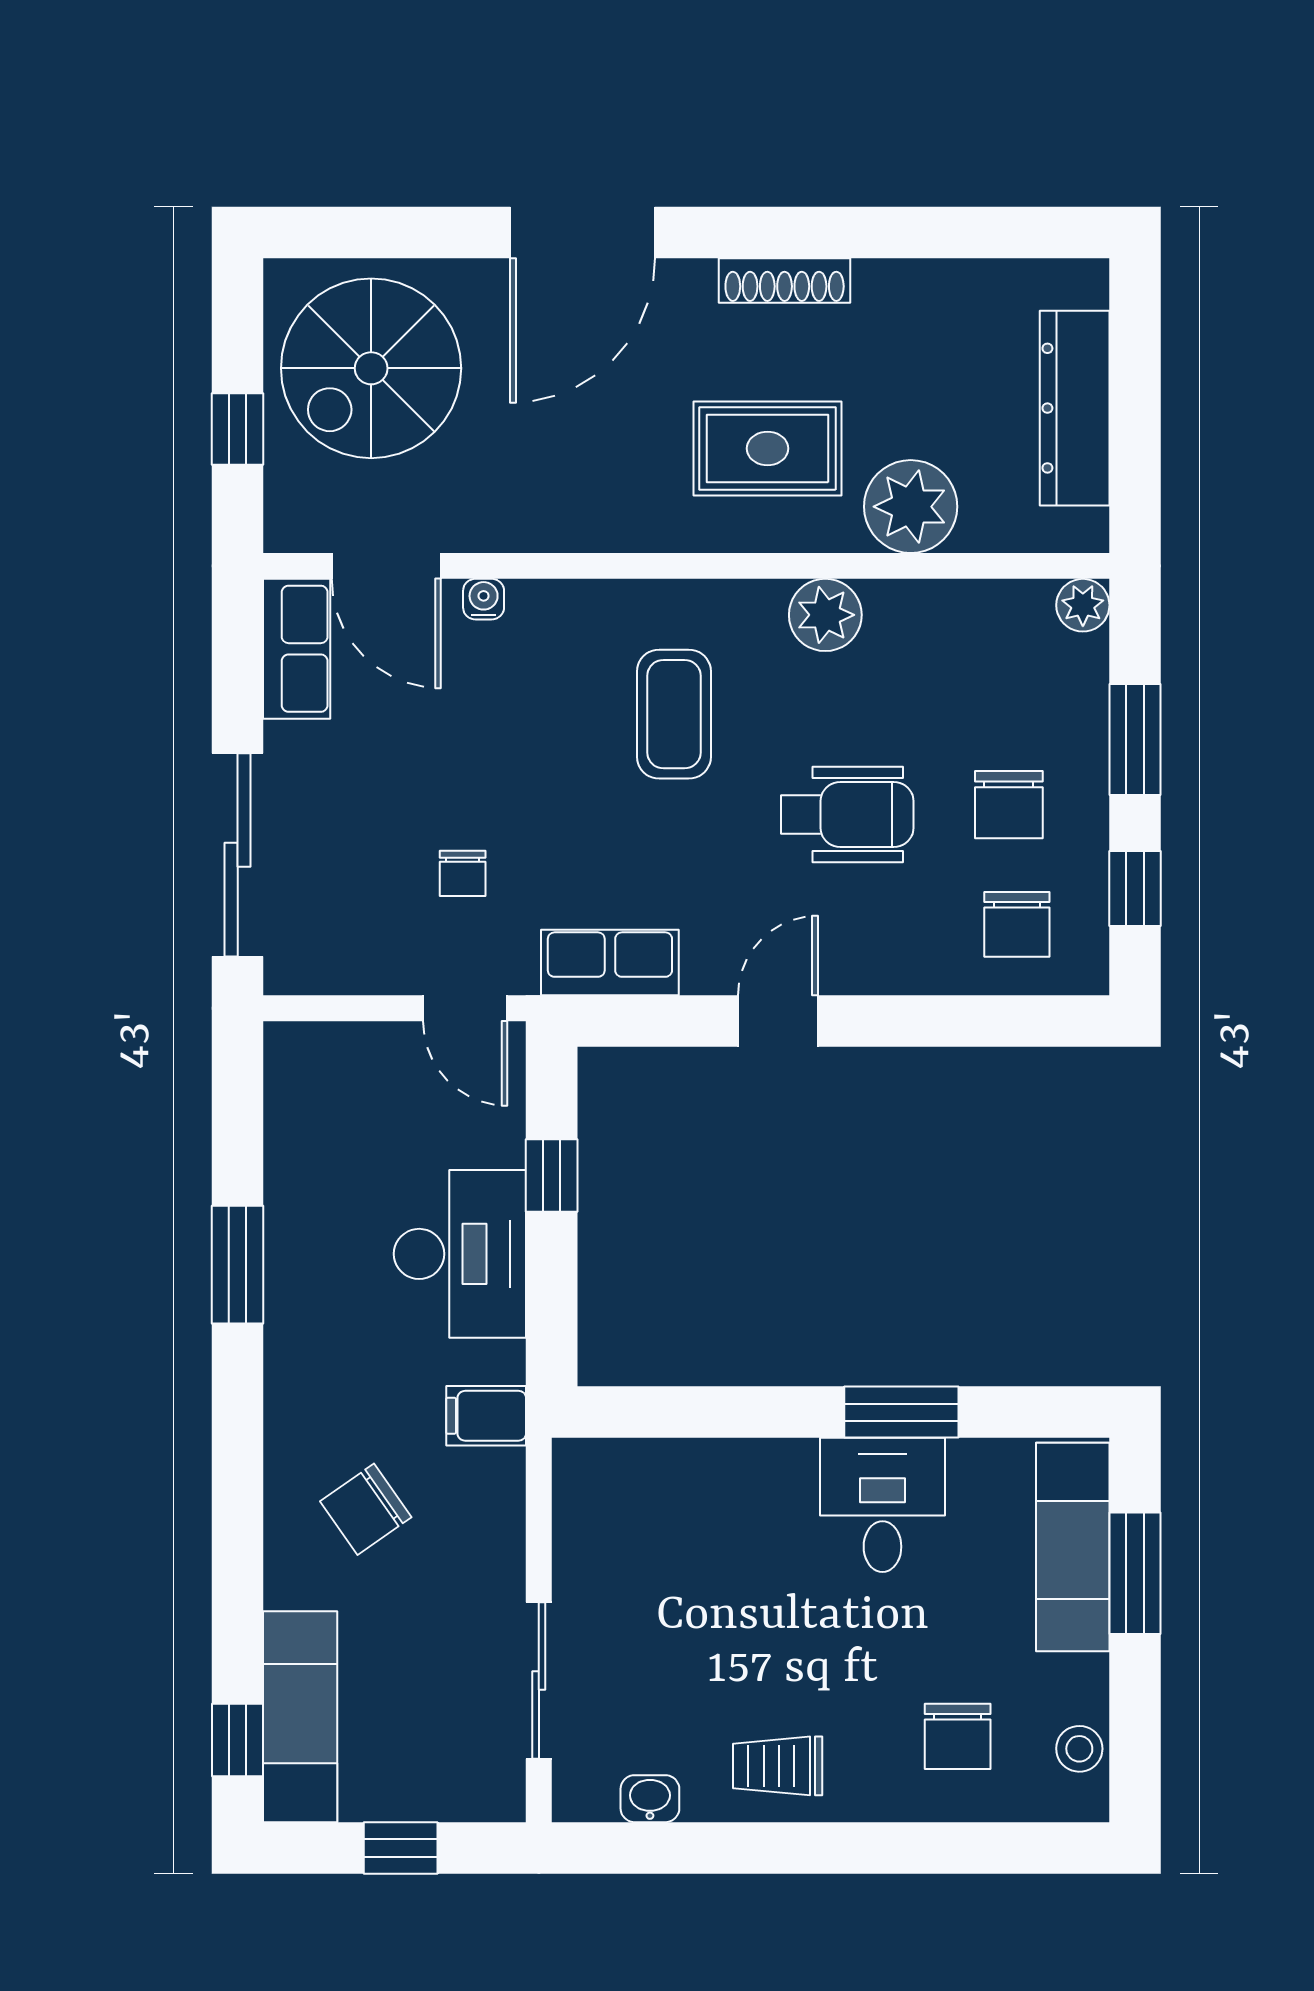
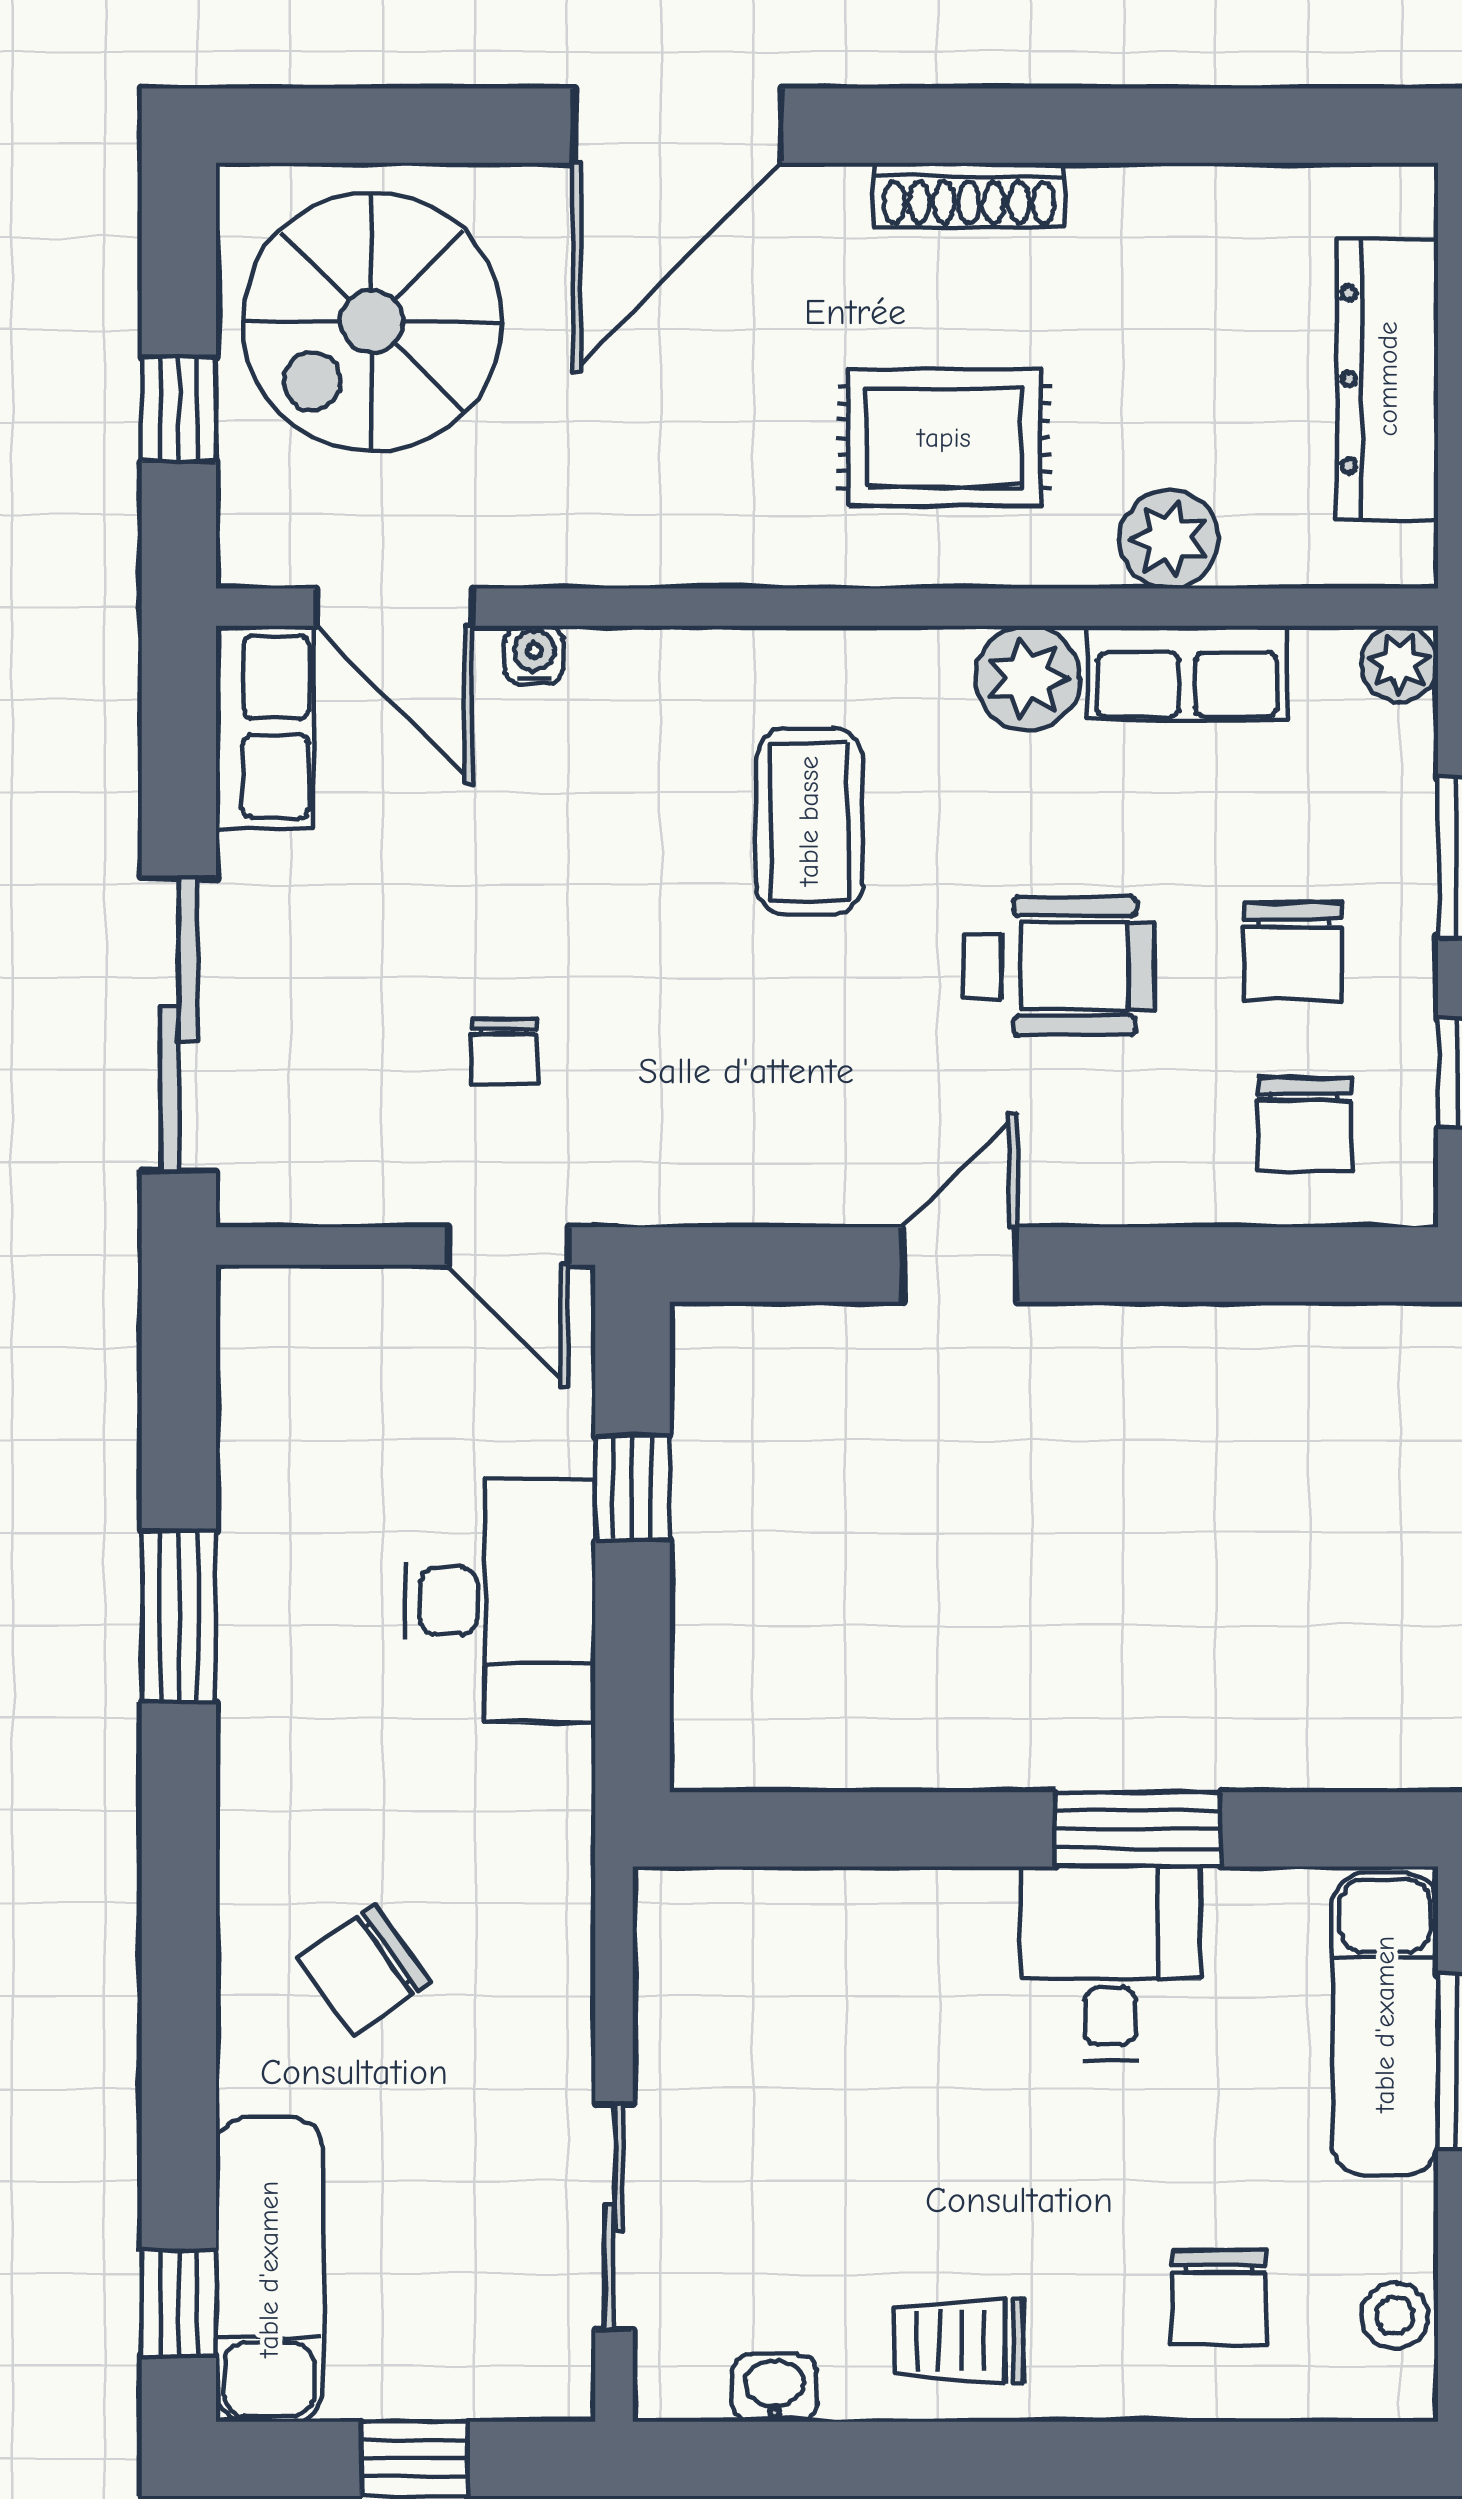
plant: (911, 507) -> (1169, 539), width x0.73, depth x0.73
row of seats: (610, 963) -> (1187, 673), moved, turned 180
filing cabinet: (486, 1416) -> (538, 1835), removed

